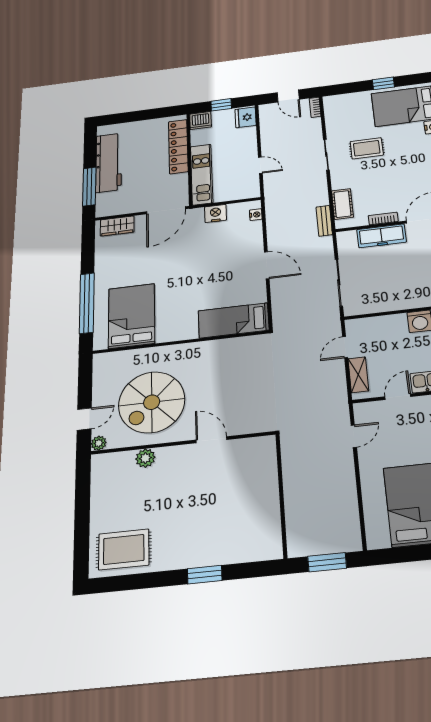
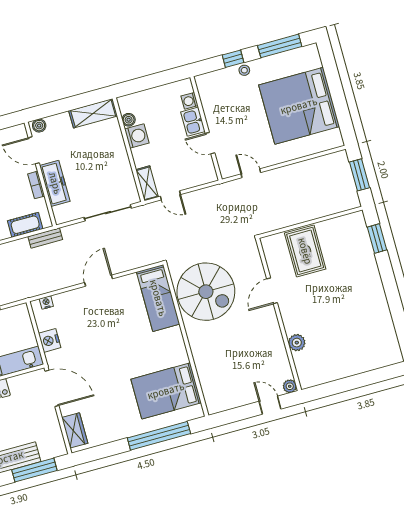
shelving: (358, 375) -> (147, 183), moved, turned 90
spiral stairs: (152, 402) -> (206, 292), moved
rug: (124, 549) -> (305, 251), moved
window: (205, 575) -> (377, 238), moved

